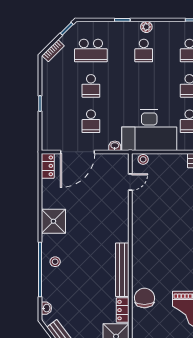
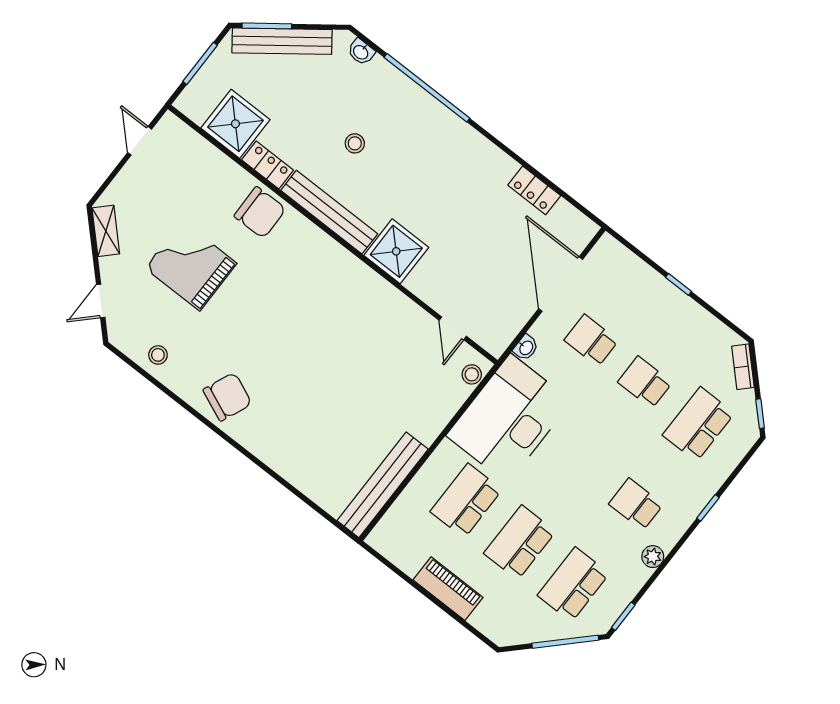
plant: (146, 27) -> (653, 557), moved
locker: (48, 166) -> (534, 190), moved
shower: (53, 221) -> (396, 251), moved
stool: (55, 262) -> (355, 143), moved

